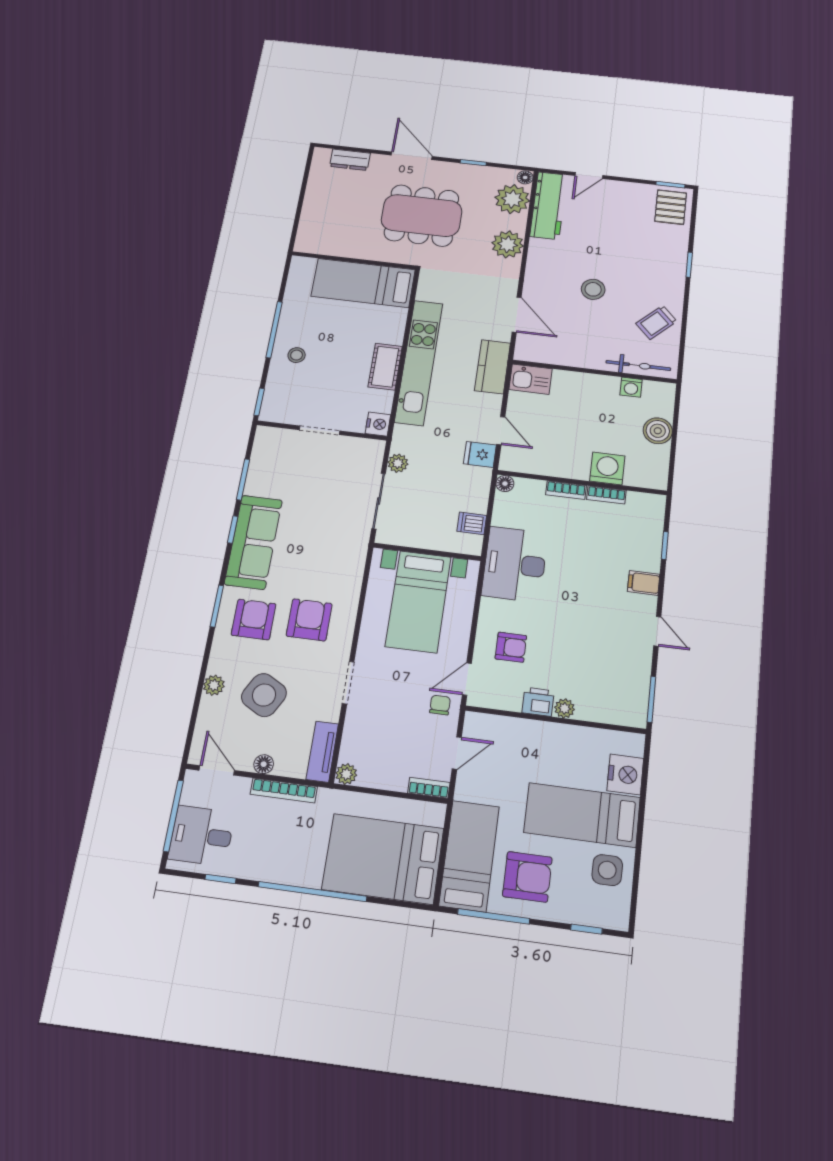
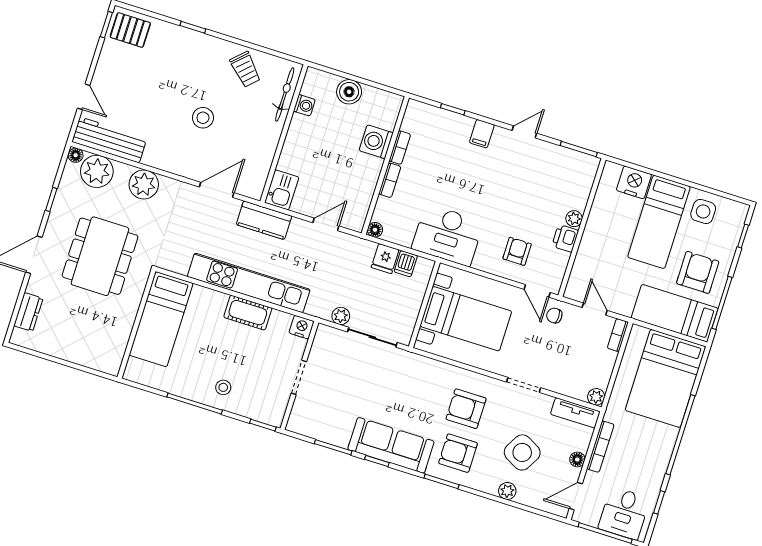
fridge: (480, 454) -> (385, 259), moved

